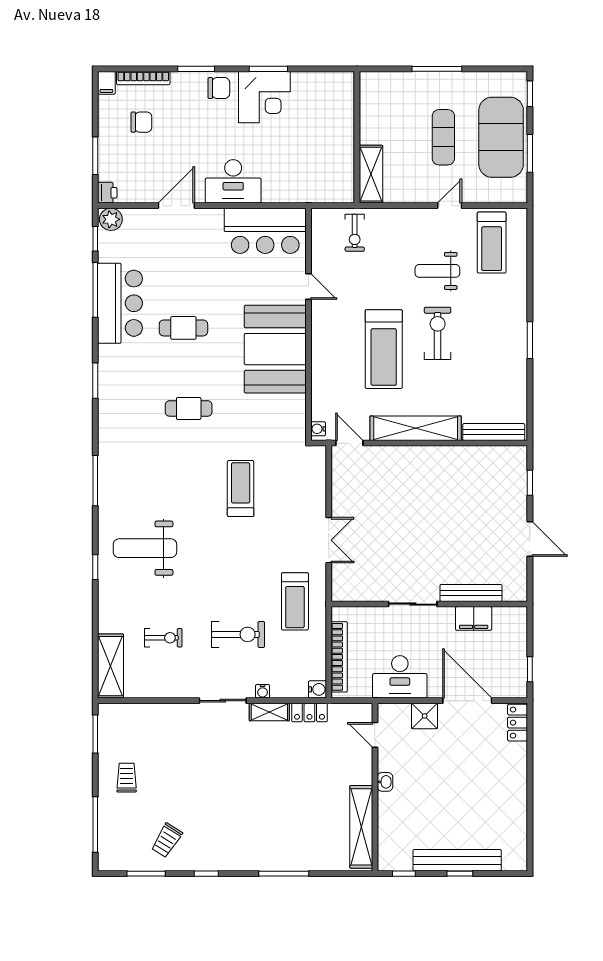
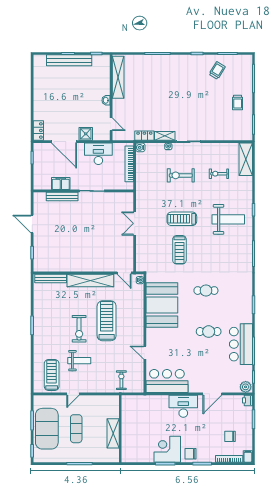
shelving: (371, 174) -> (113, 433), moved
booth: (275, 349) -> (162, 305), moved
treadmill: (295, 601) -> (182, 219), moved, turned -90

